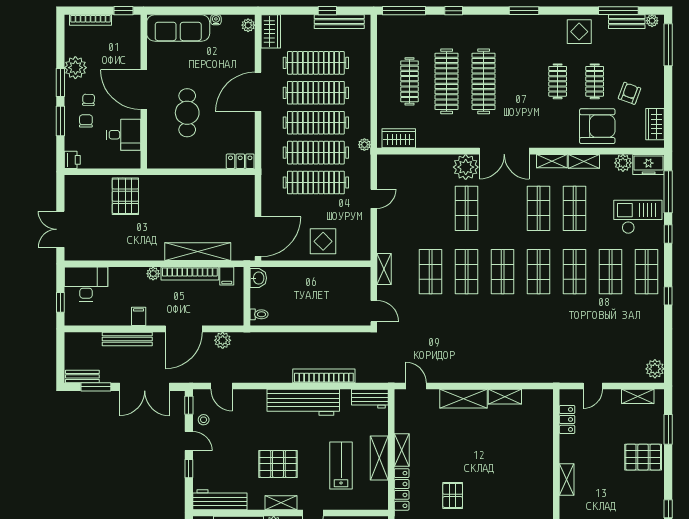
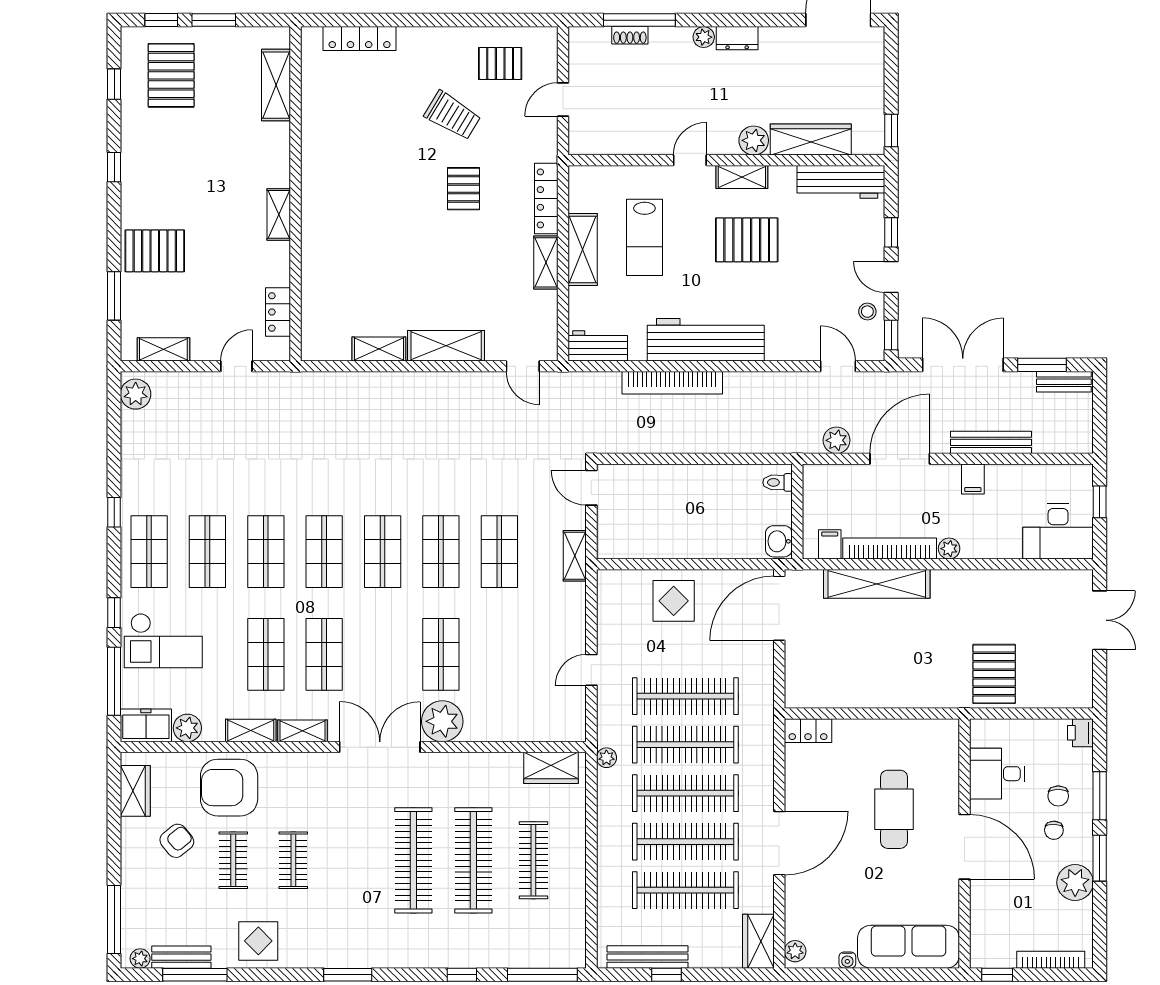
armchair: (629, 93) -> (177, 841), turned -149

